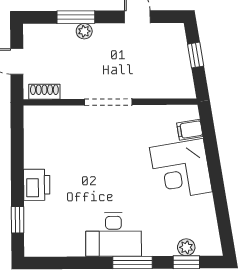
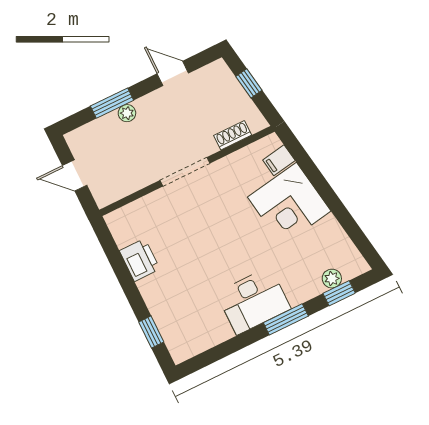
shoe rack: (44, 92) -> (233, 135), moved
printer: (37, 185) -> (140, 260), moved

